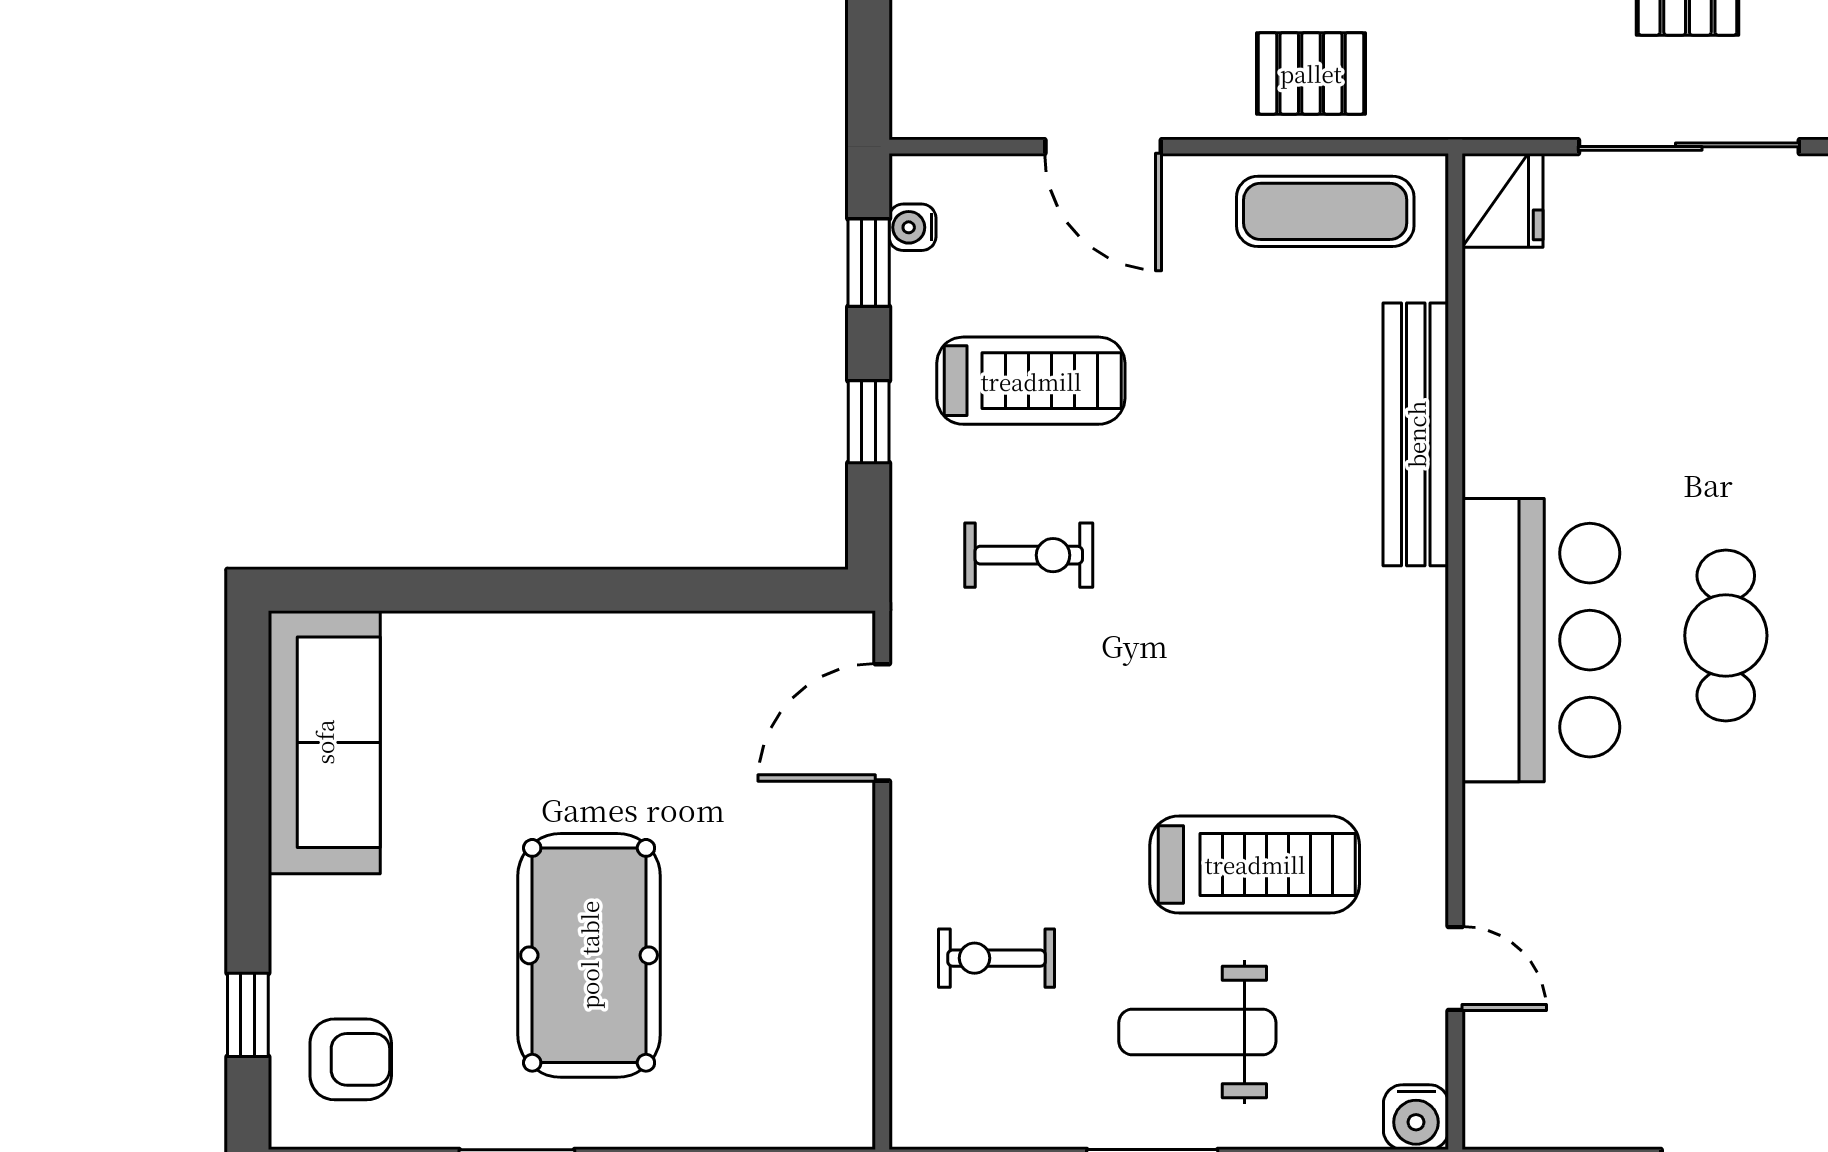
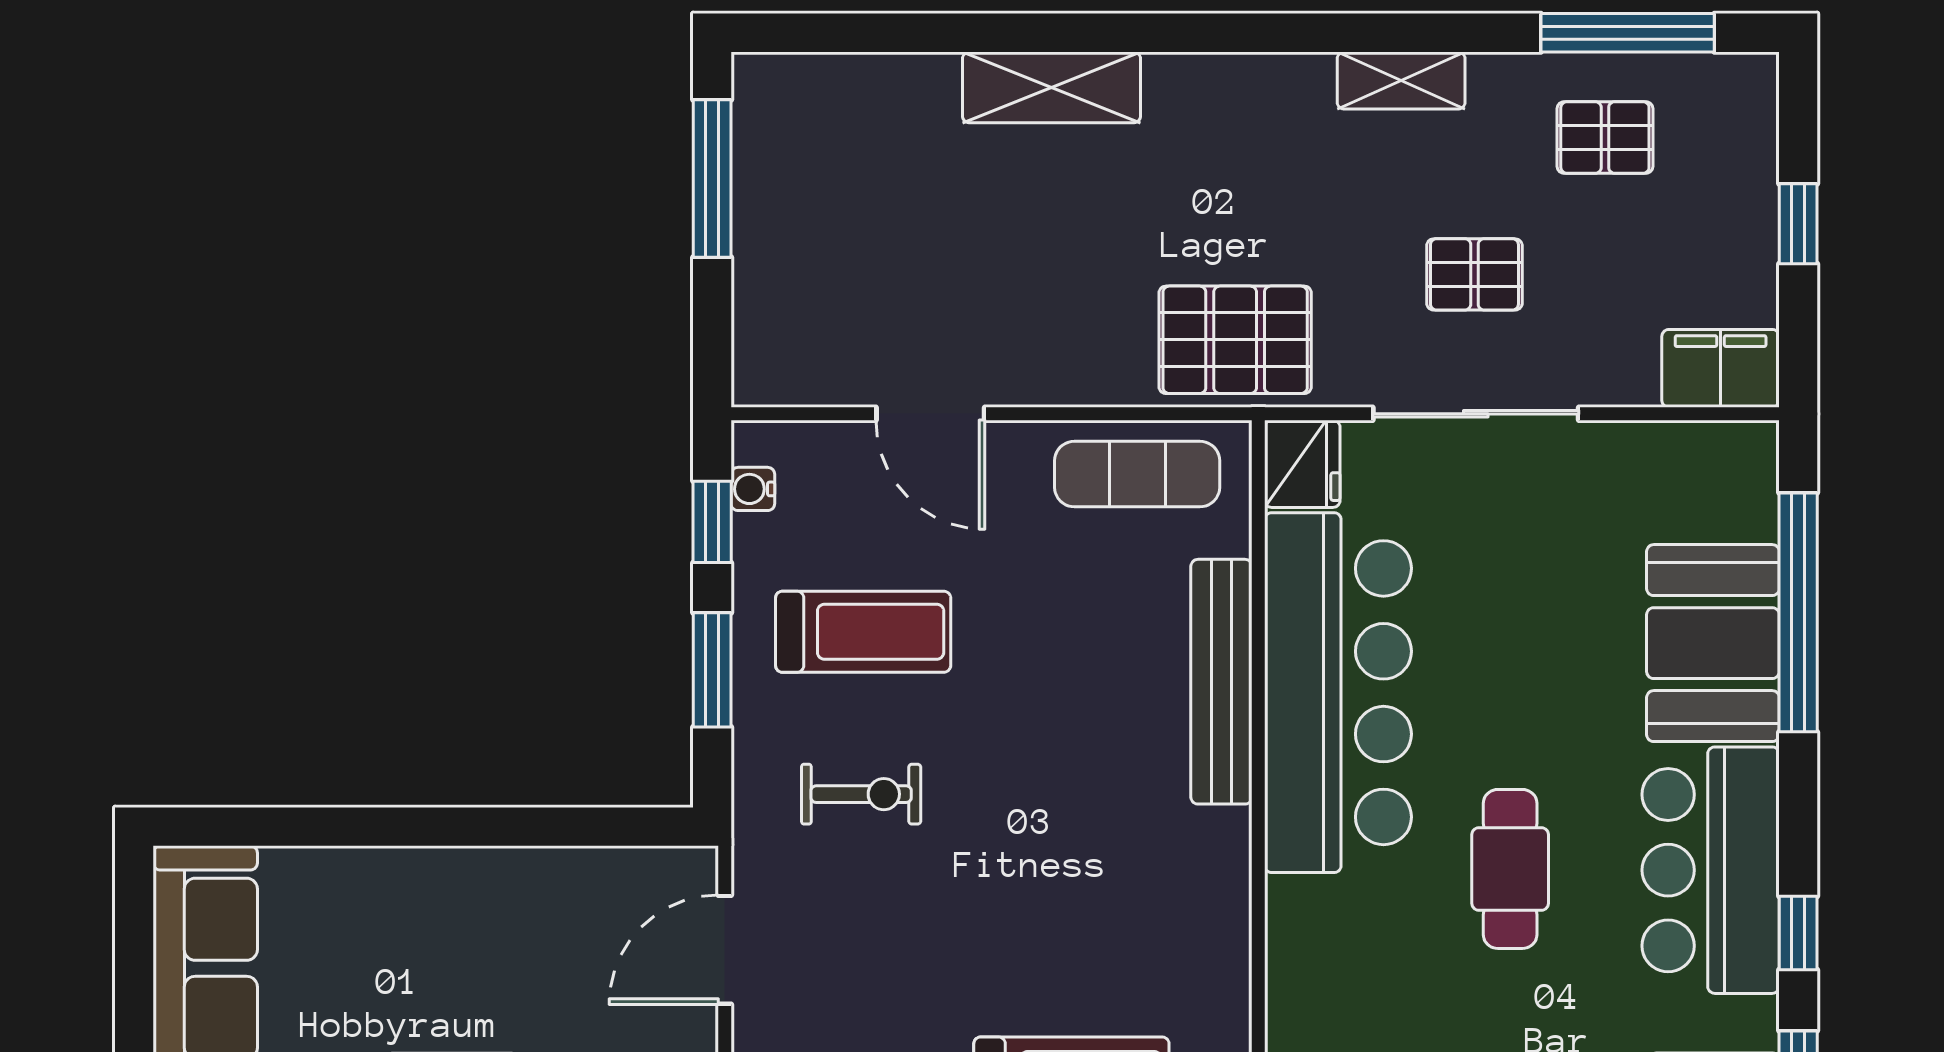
pallet: (1311, 73) -> (1235, 340), moved, width x1.50, depth x1.42
window: (869, 422) -> (712, 670), width x1.50
bar counter: (1541, 640) -> (1338, 693), moved, width x1.36

